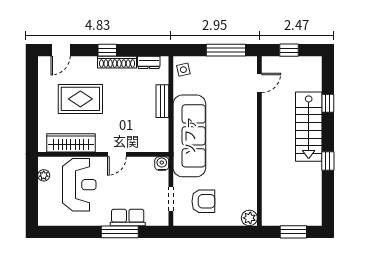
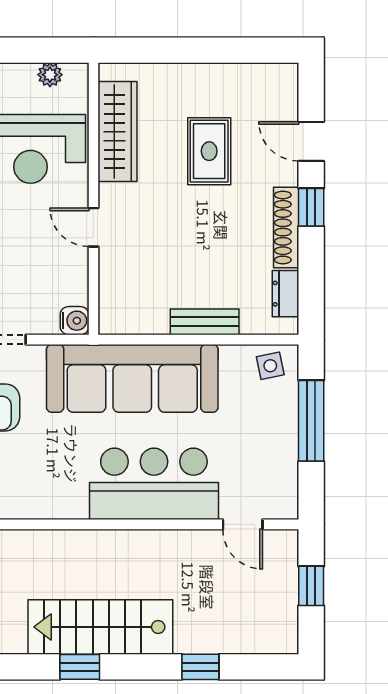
door: (61, 50) -> (311, 141), moved
window: (226, 50) -> (311, 421), moved
rug: (80, 99) -> (209, 151), width x0.73, depth x0.70
bar counter: (240, 125) -> (154, 484), added
stairs: (309, 127) -> (100, 627), moved

